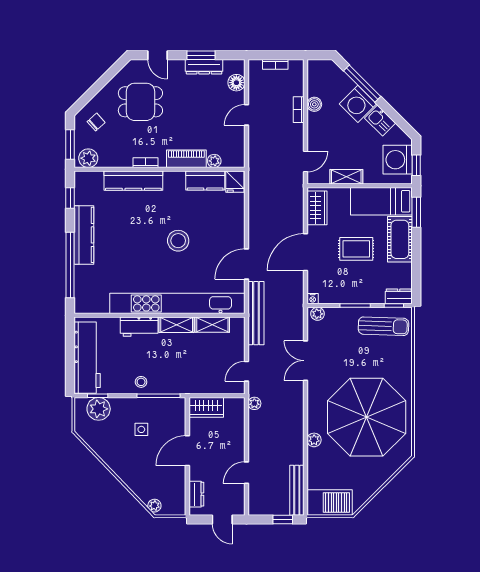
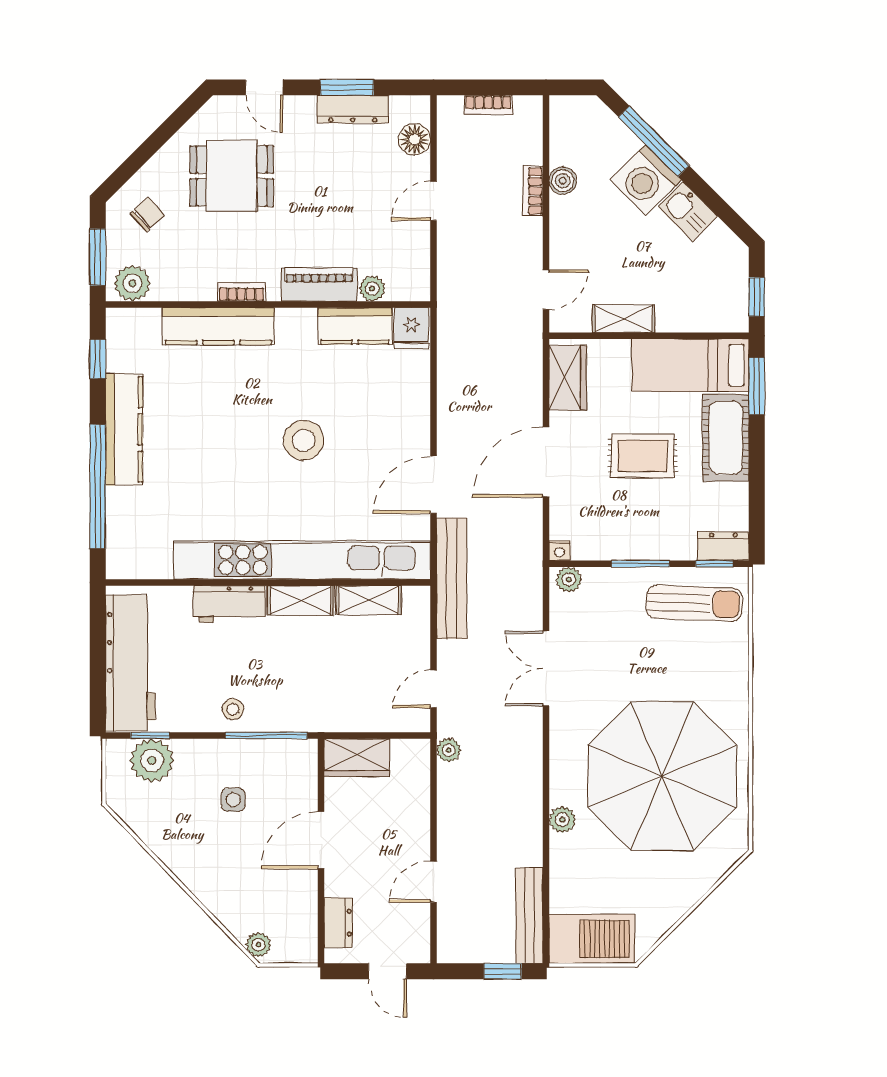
washing machine: (398, 160) -> (721, 286), removed

